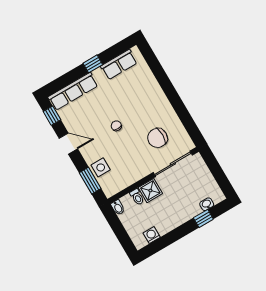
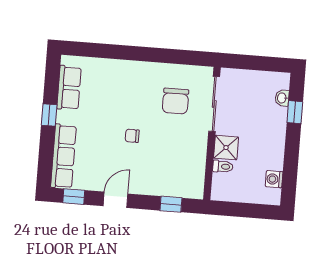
side table: (101, 167) -> (165, 183), removed
window: (90, 181) -> (171, 204), width x0.67
bidet: (118, 207) -> (220, 195), removed

